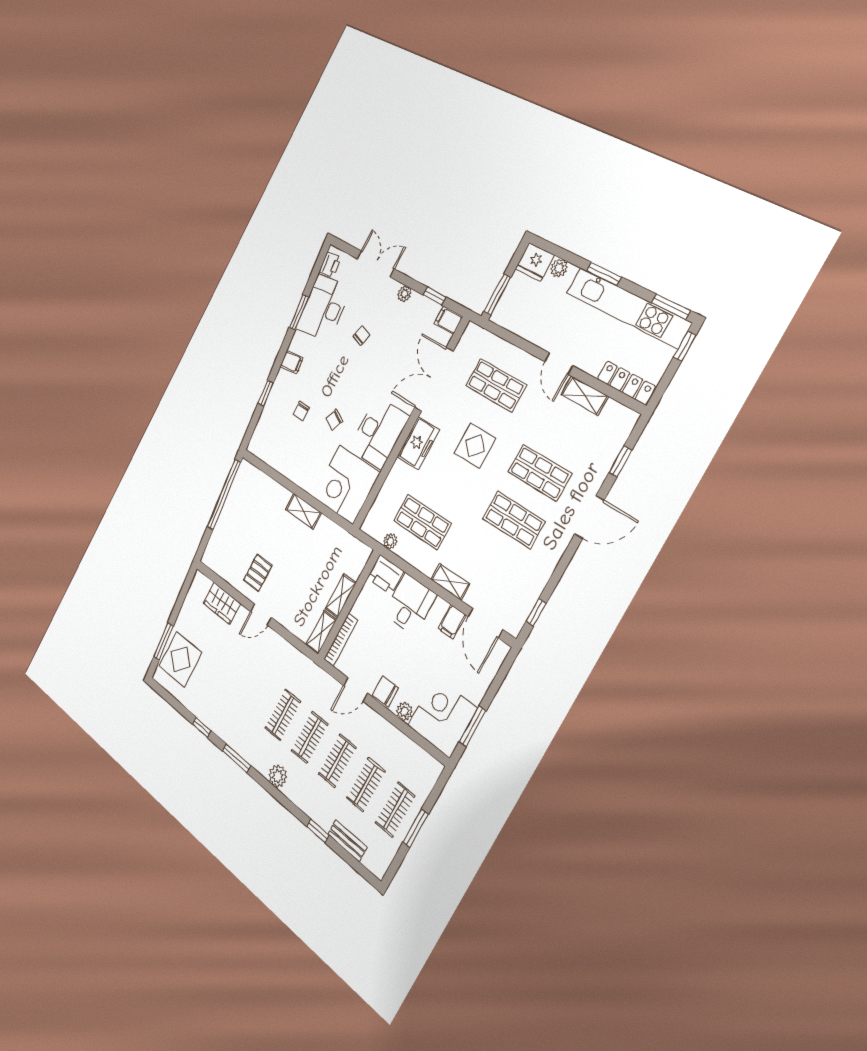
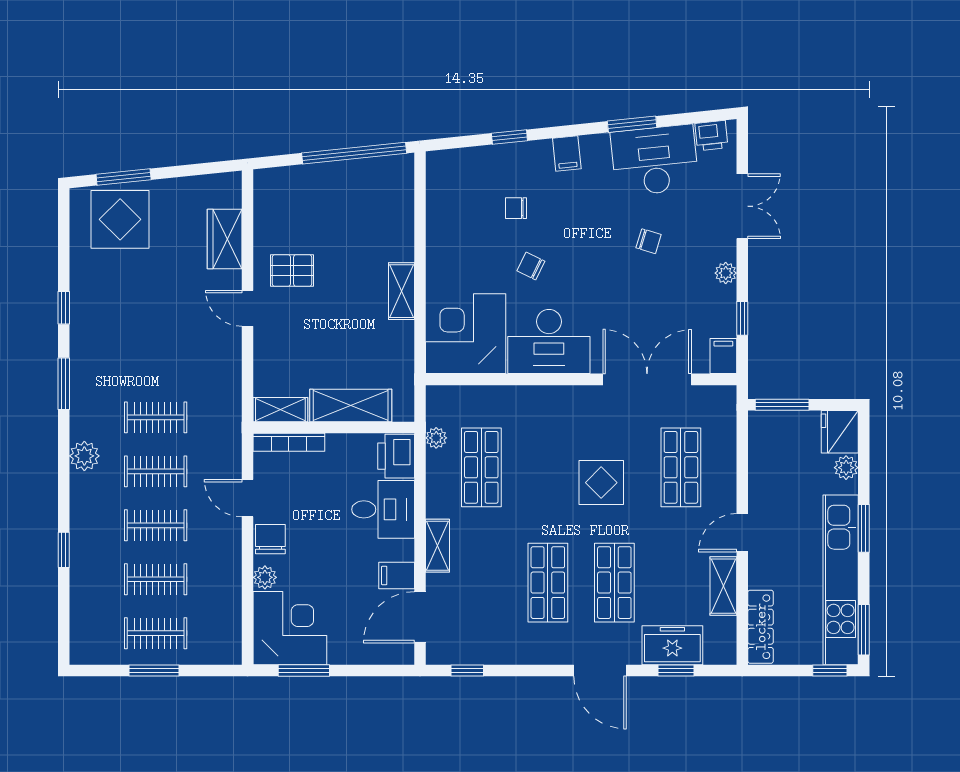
freezer: (418, 443) -> (672, 645), moved, turned 180
shelving: (341, 596) -> (351, 405), width x1.50, depth x1.33
bench: (347, 841) -> (81, 595), removed

